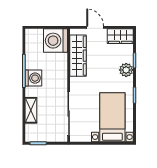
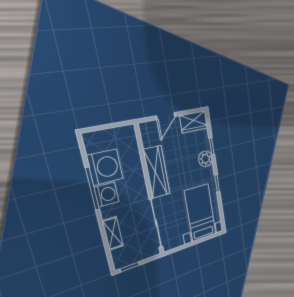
door: (95, 27) -> (166, 116), swing flipped
washing machine: (55, 41) -> (105, 167), moved, turned 180
wardrobe: (78, 56) -> (157, 172), moved

